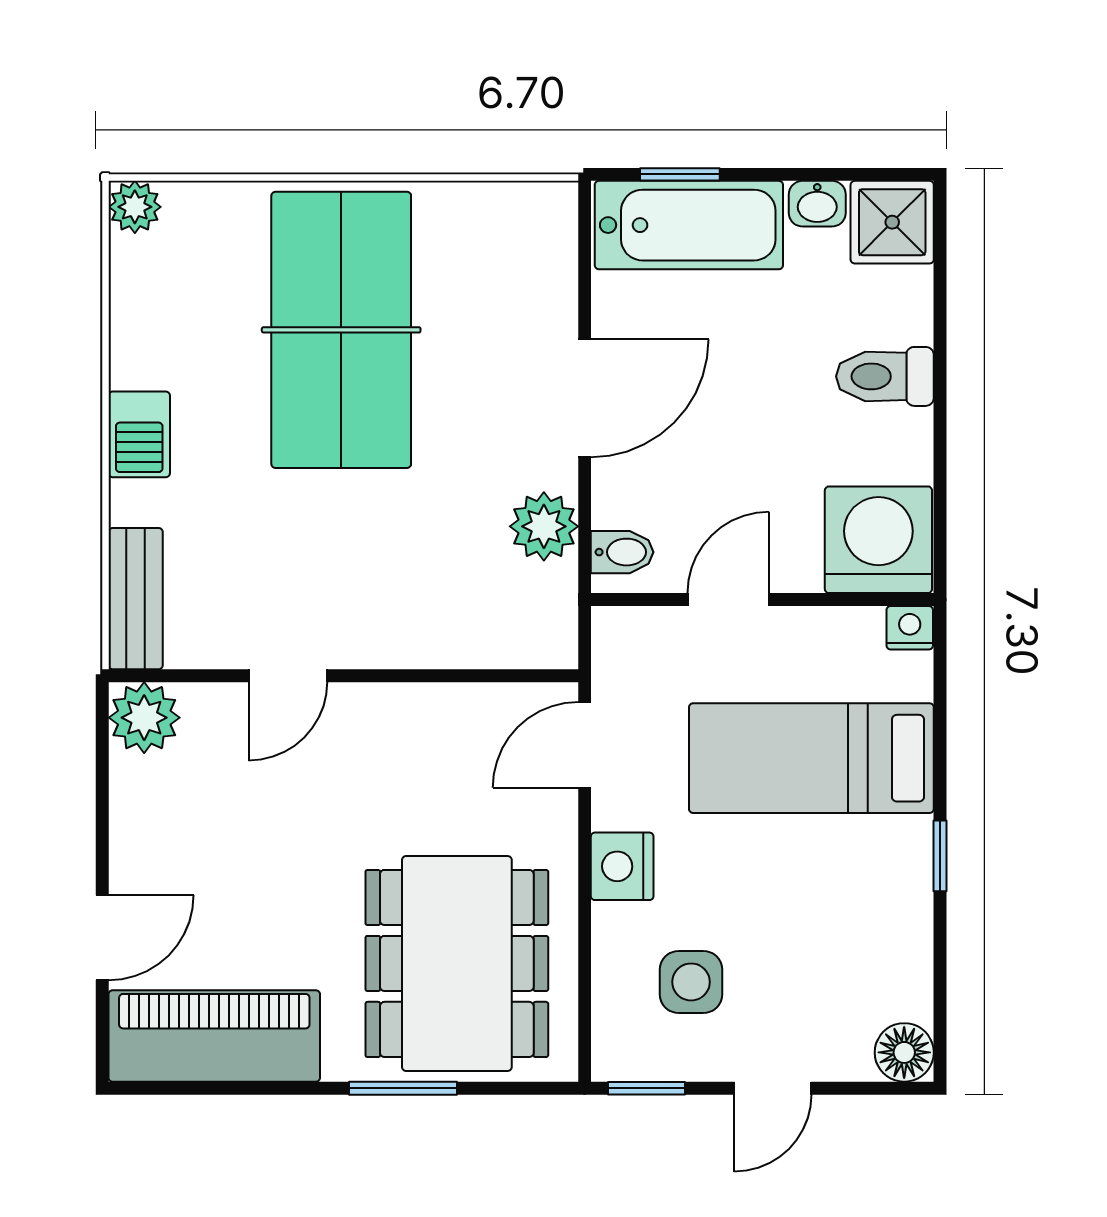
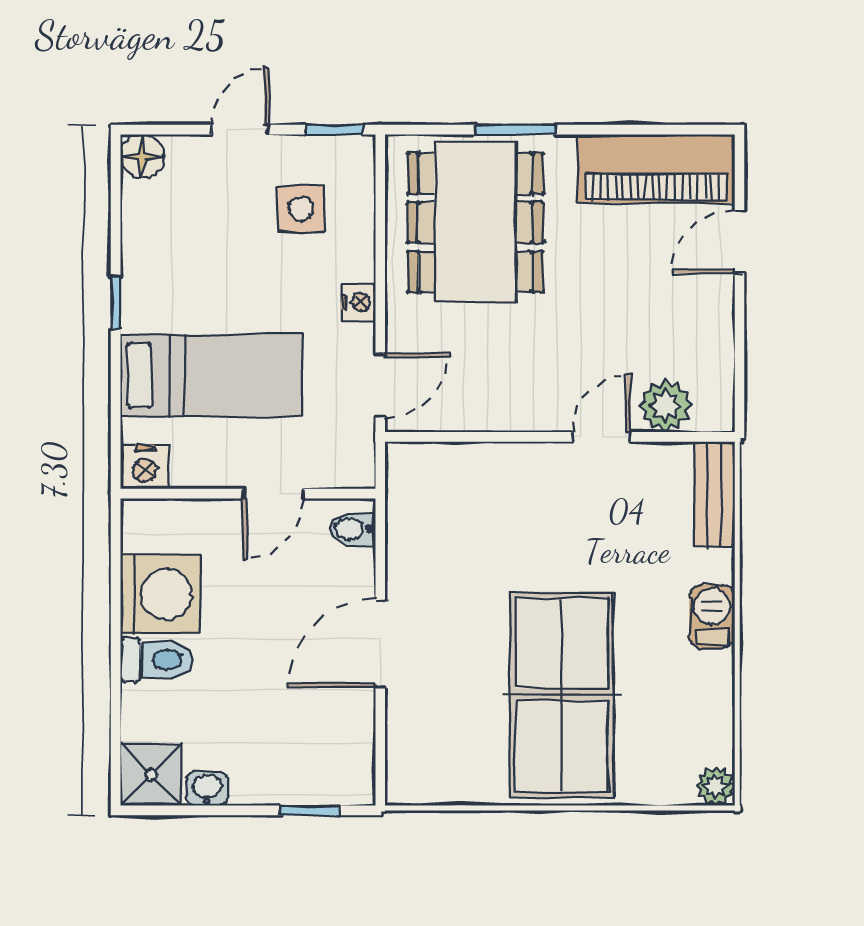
bathtub: (689, 225) -> (303, 773), removed
plant: (544, 526) -> (411, 548), removed
washing machine: (878, 540) -> (160, 594), moved, turned -90
nightstand: (910, 628) -> (145, 467), width x1.39, depth x1.35
plant: (144, 718) -> (666, 406), moved
nightstand: (622, 866) -> (358, 302), width x0.72, depth x0.74

